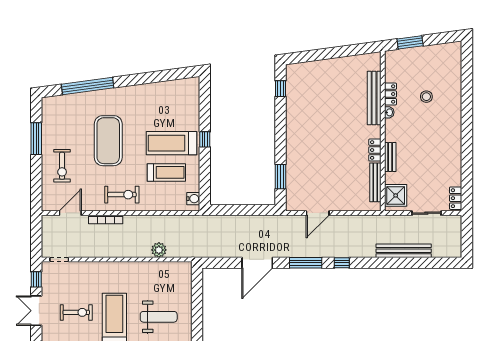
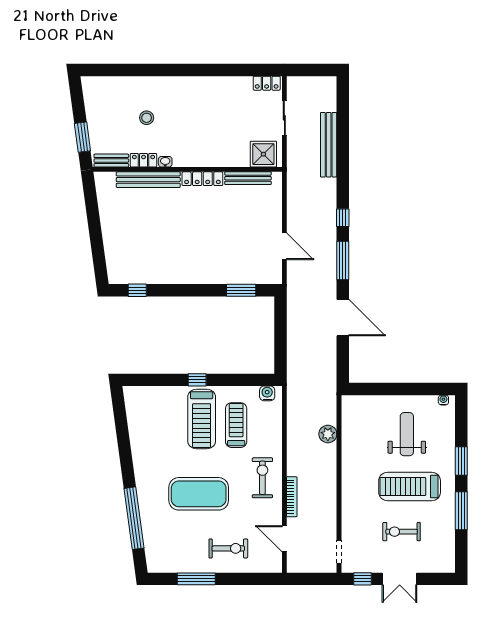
locker: (375, 150) -> (202, 179), width x1.53
bench: (390, 157) -> (111, 161), moved
exercise bike: (76, 312) -> (402, 532), turned -90

